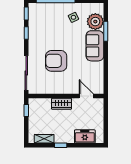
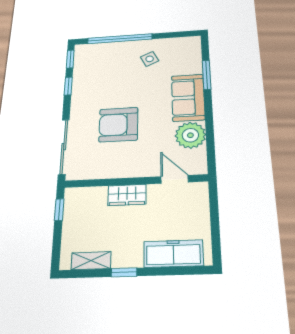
plant: (95, 22) -> (190, 135), moved
freezer: (85, 136) -> (173, 254), width x1.40

